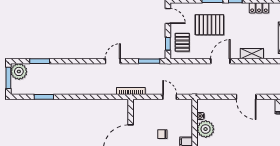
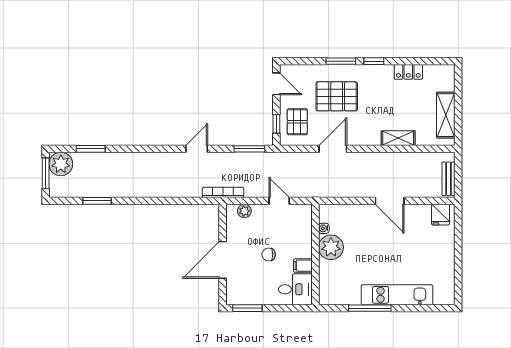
door: (220, 61) -> (333, 149), moved
plant: (146, 104) -> (244, 211), added

